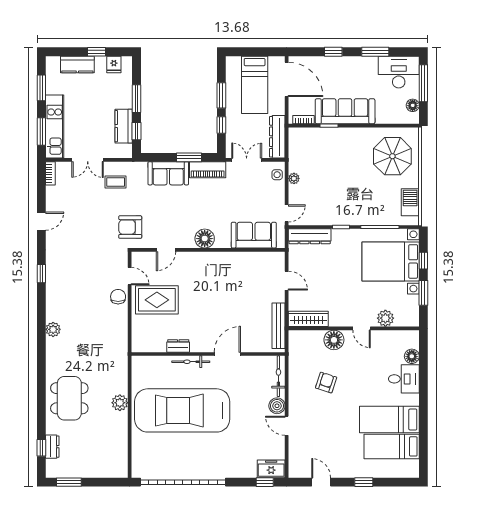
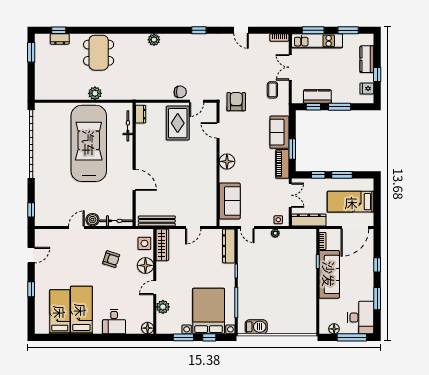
parasol: (392, 156) -> (293, 312), removed
side table: (306, 341) -> (144, 243), added
dresser: (178, 346) -> (141, 114), moved
floor lamp: (412, 356) -> (148, 328), moved
bicycle: (191, 362) -> (128, 126), moved
dining table: (69, 398) -> (99, 53), turned 90
freezer: (271, 469) -> (42, 215), removed

